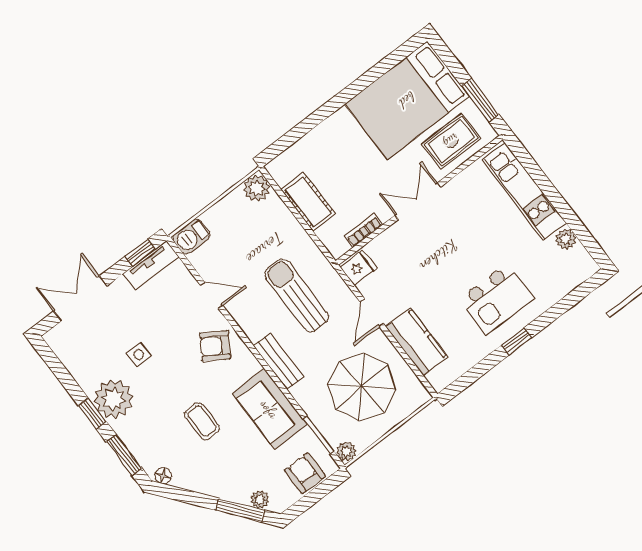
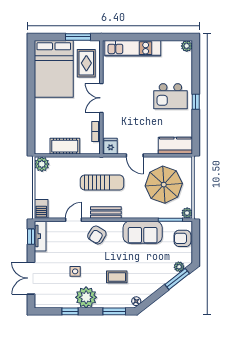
plant: (566, 239) -> (187, 46), moved
sun lounger: (297, 295) -> (102, 183), turned 180
kitchen island: (496, 299) -> (170, 96), turned 90
kitchen counter: (417, 342) -> (175, 146), moved
bench: (278, 361) -> (106, 212), moved
window: (92, 414) -> (70, 311), moved
coffee table: (202, 421) -> (117, 277), moved

